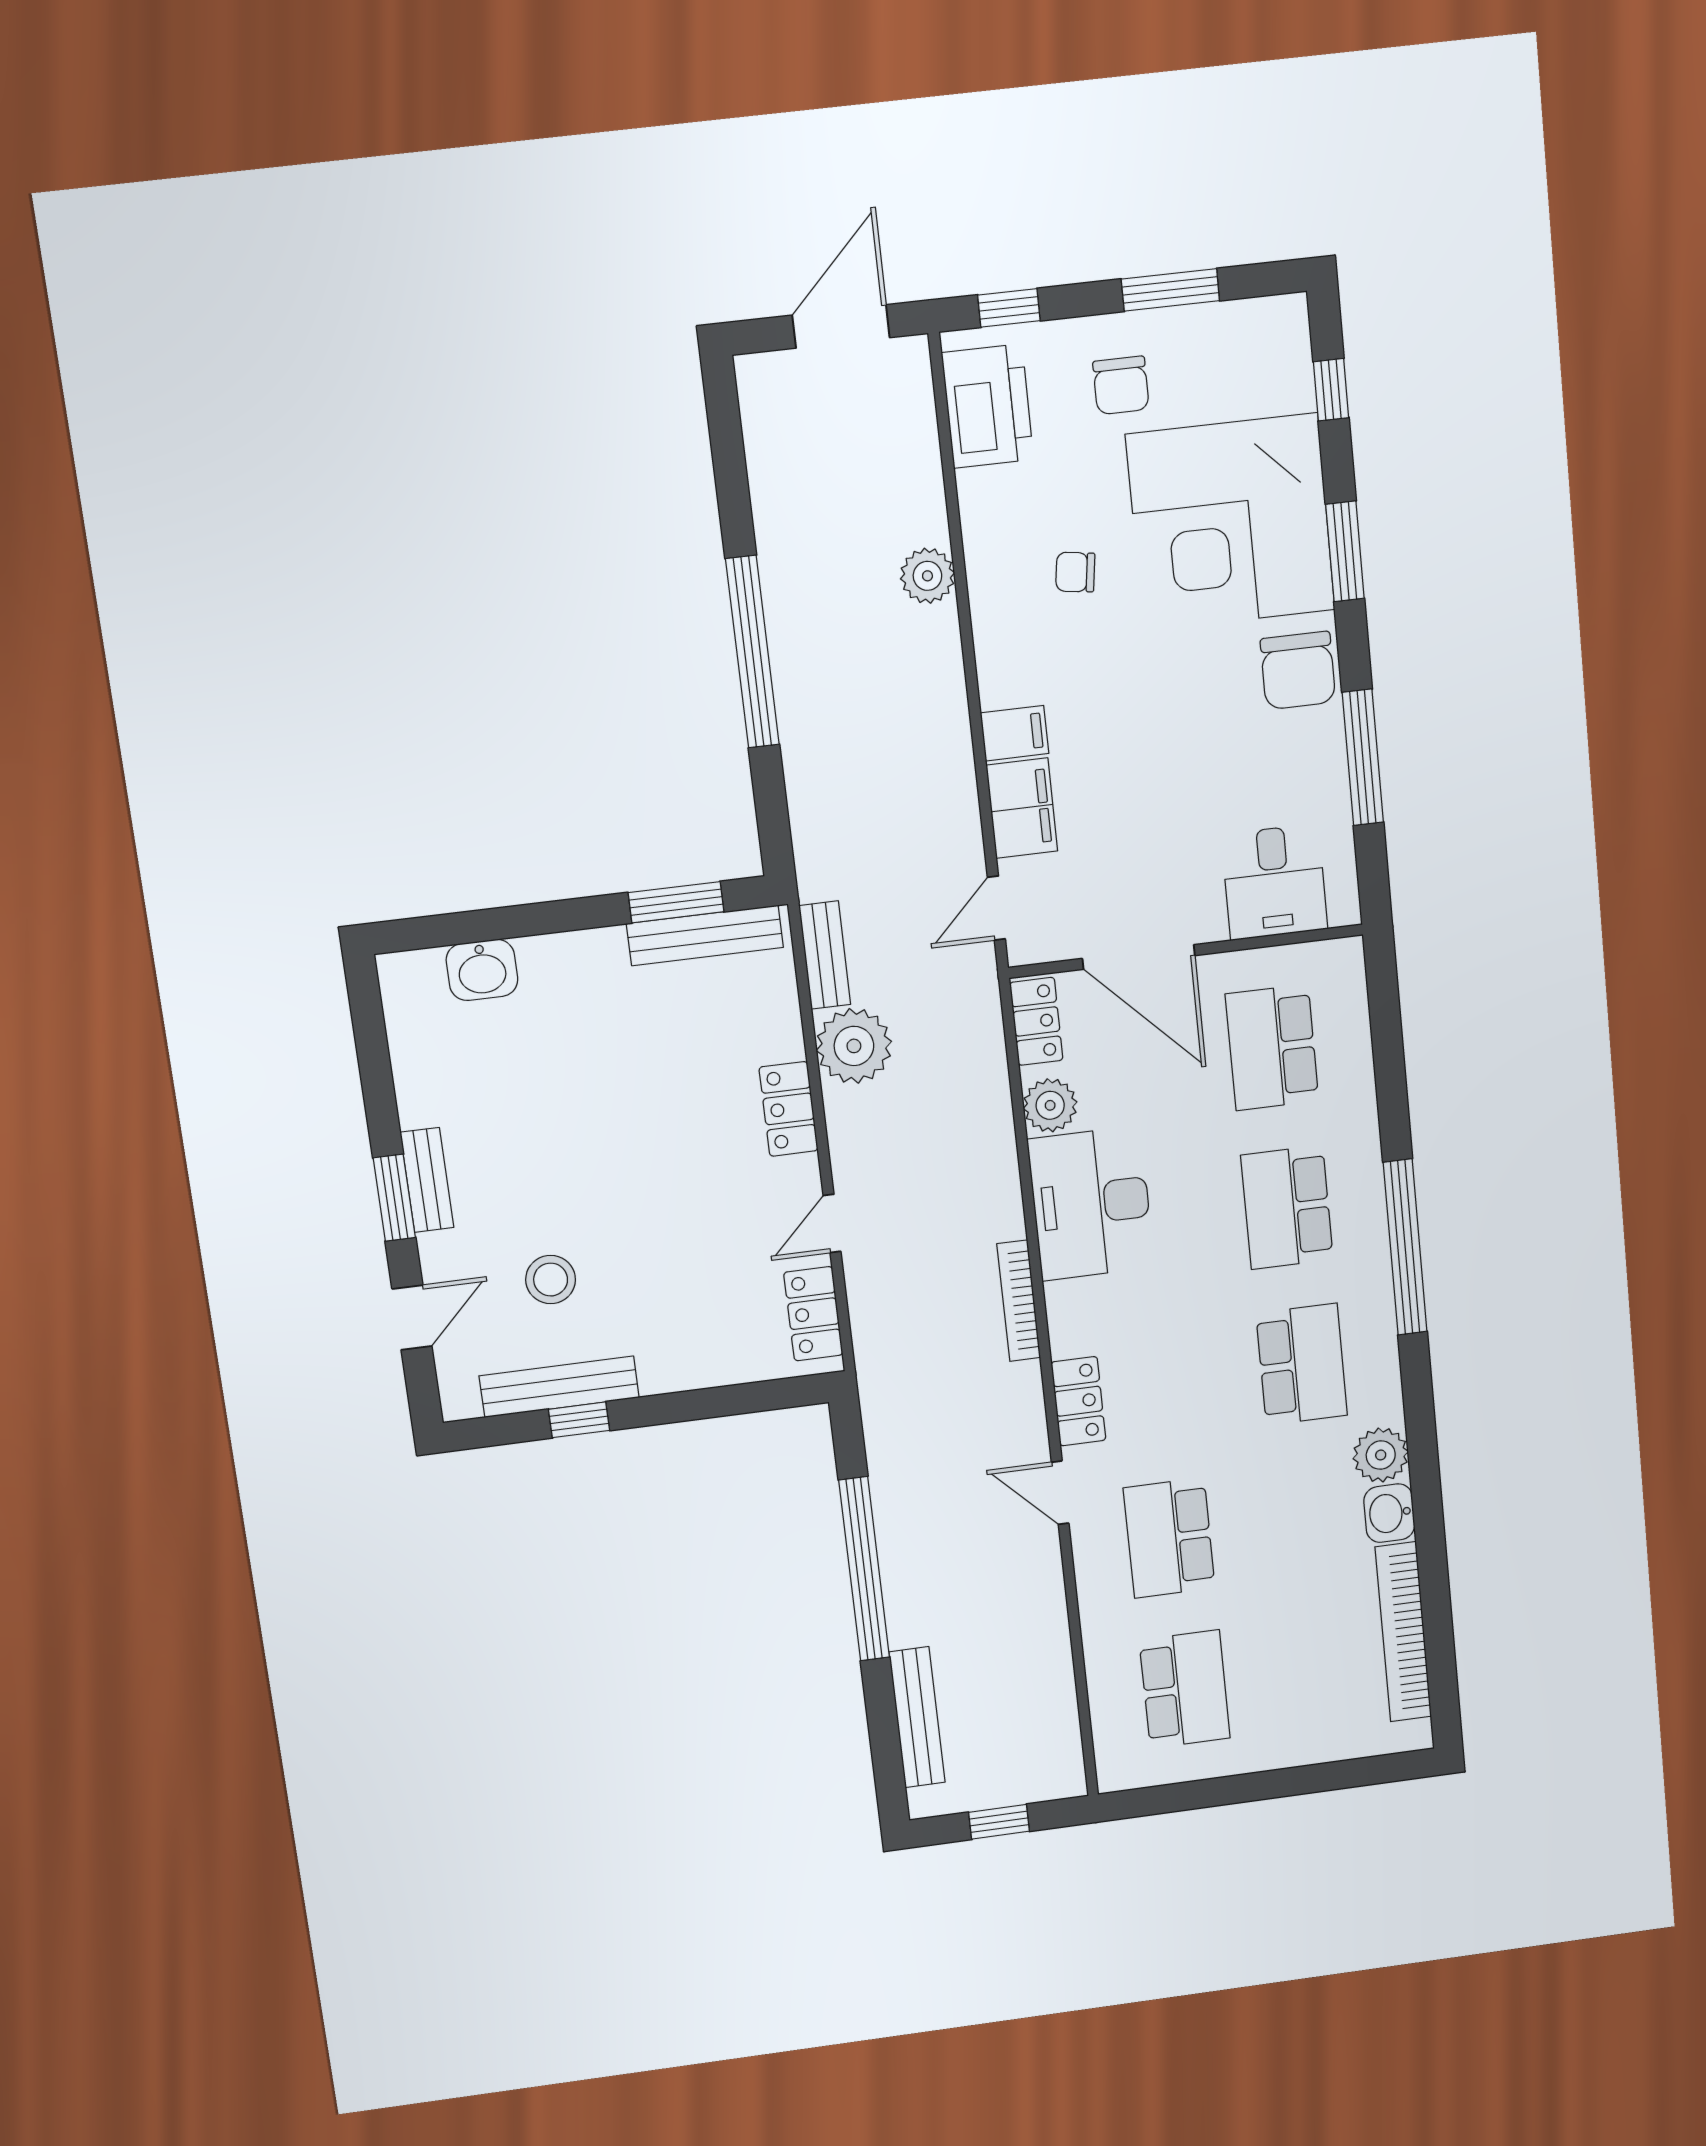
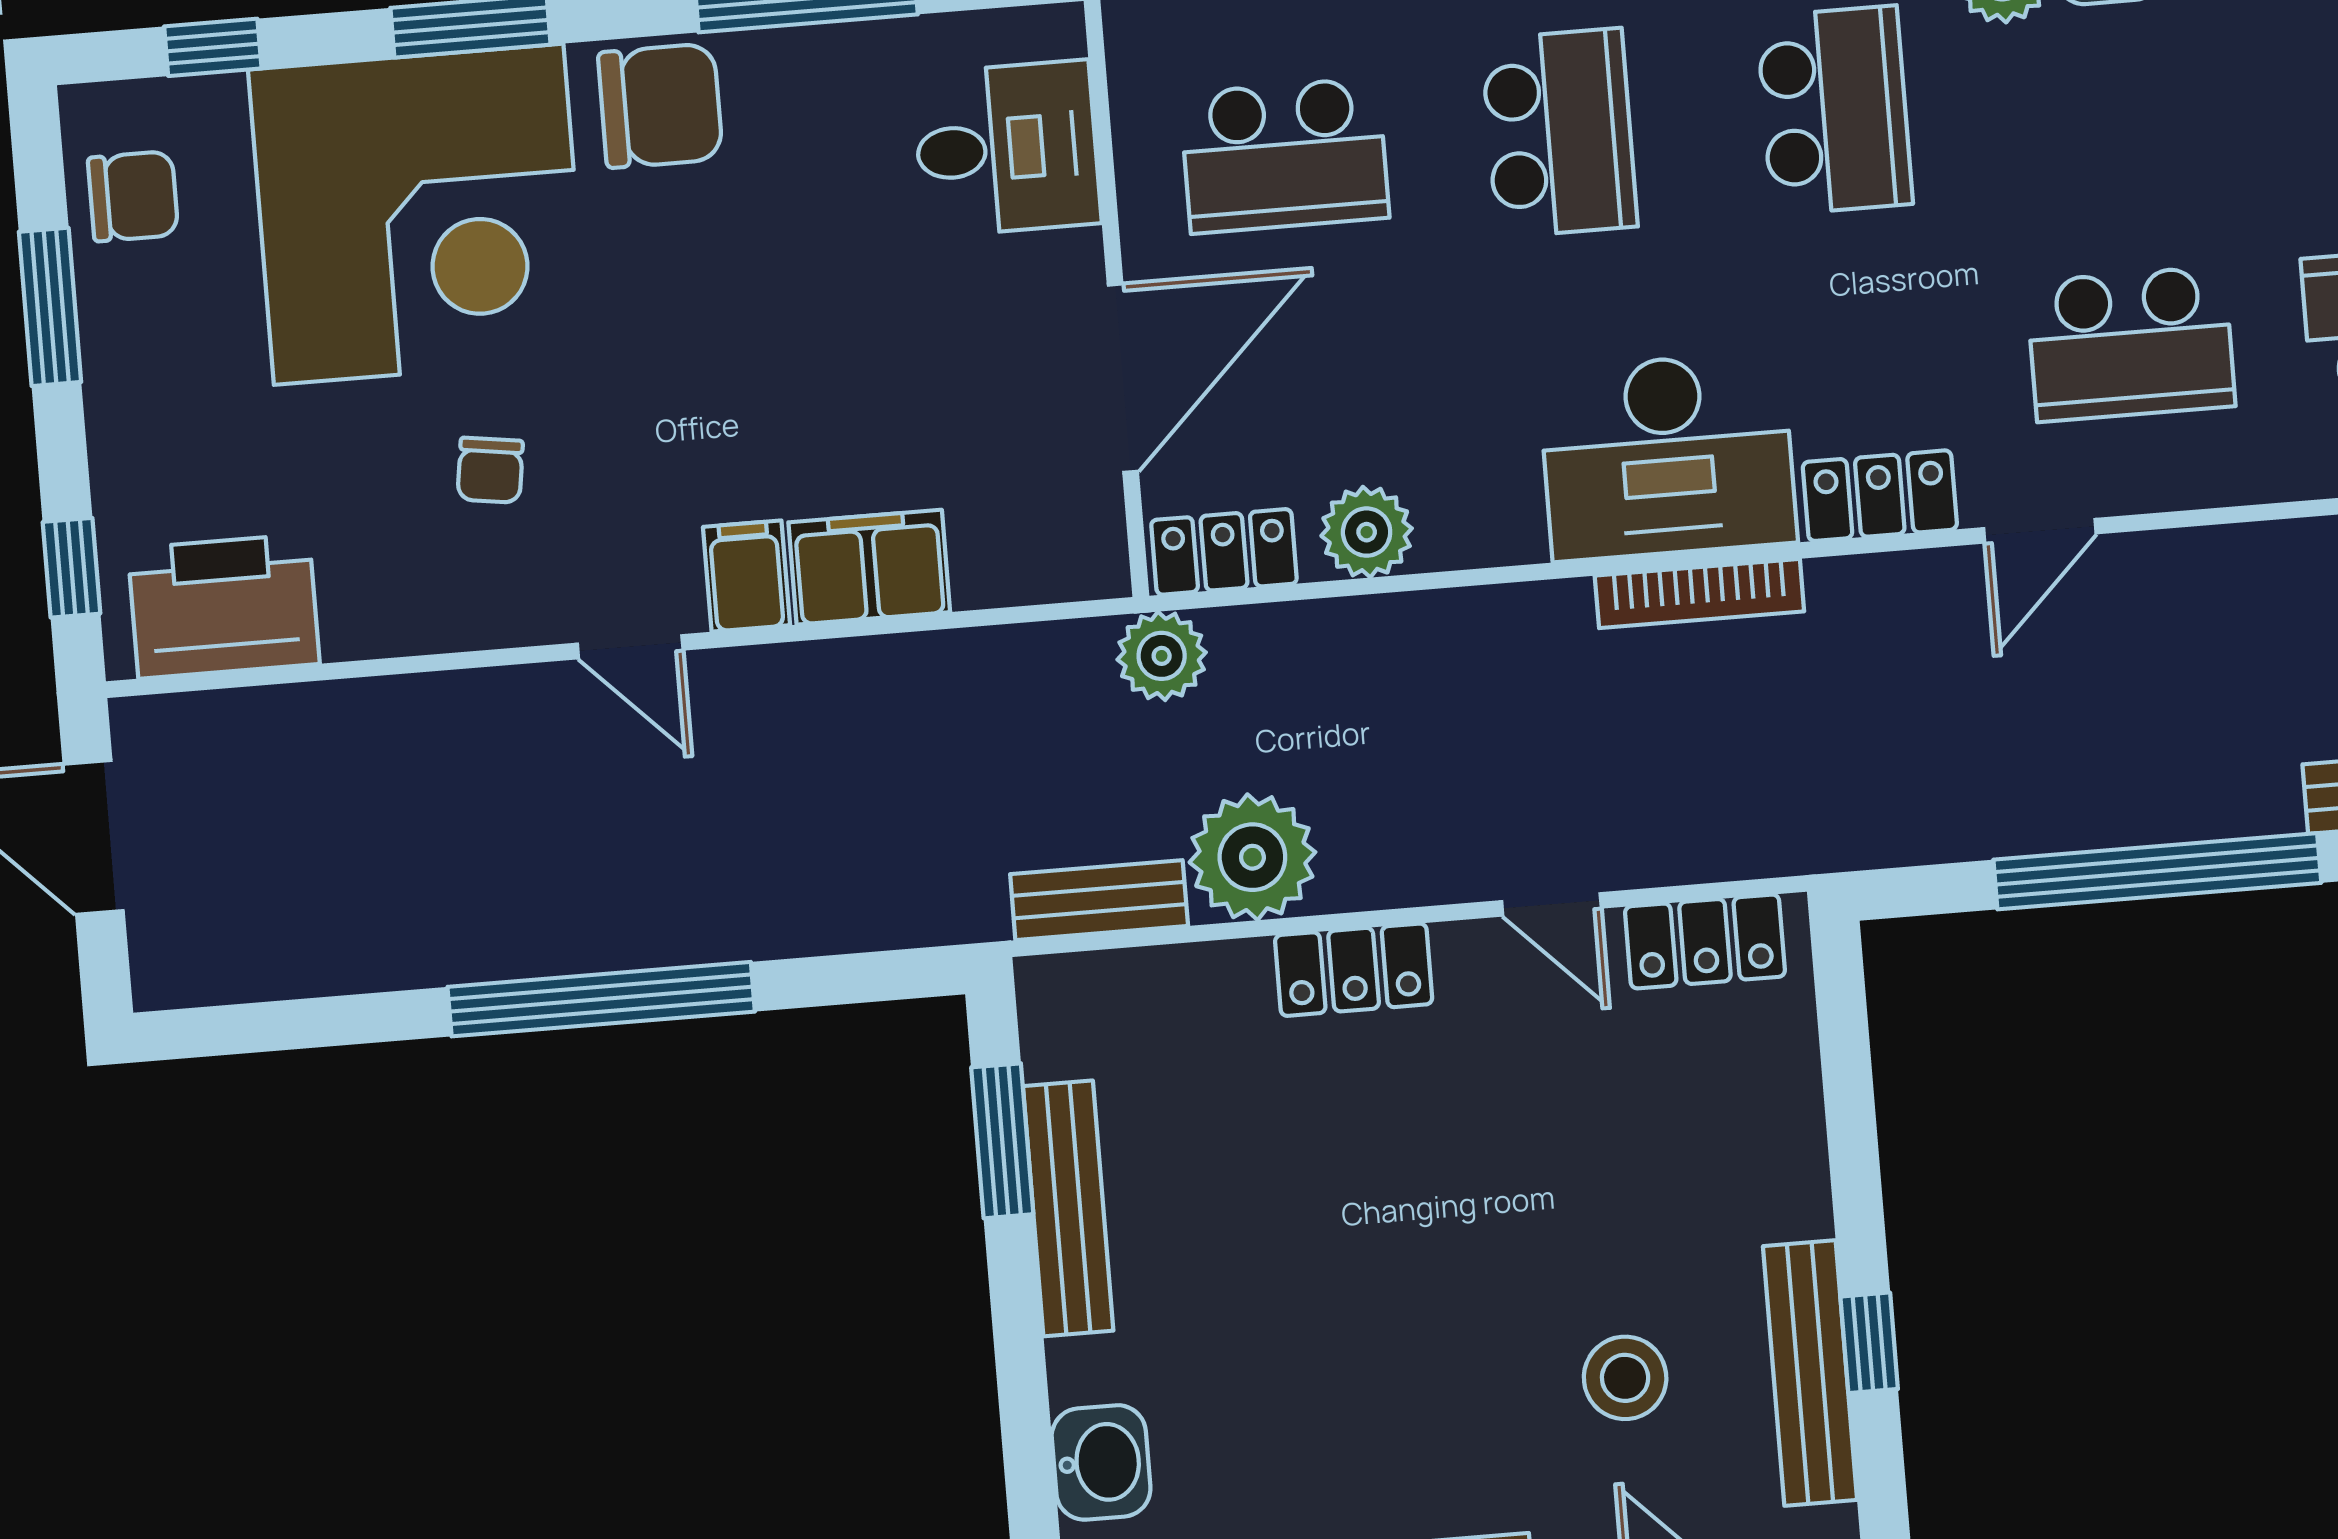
chair: (1121, 385) -> (133, 196), moved
plant: (927, 576) -> (1162, 656), moved
door: (996, 908) -> (630, 647), moved
bench: (705, 935) -> (1068, 1208), moved
desk: (1091, 1203) -> (1667, 456), moved
school desk: (1287, 1207) -> (1559, 133), turned -90
school desk: (1302, 1364) -> (1834, 110), turned 90

